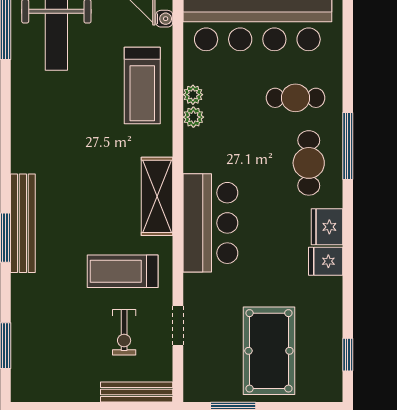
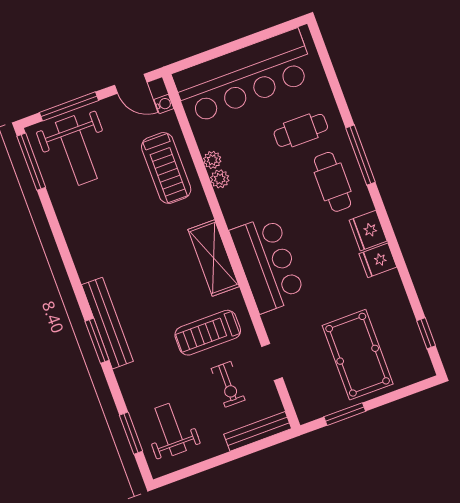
weight bench: (48, 357) -> (171, 429), added

